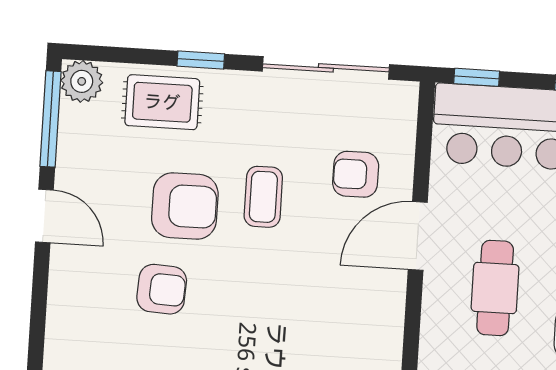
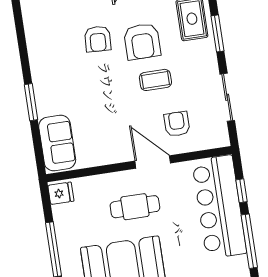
window: (201, 60) -> (217, 33), width x1.50
sliding door: (326, 68) -> (227, 97), width x0.73
window: (477, 77) -> (242, 191), moved

